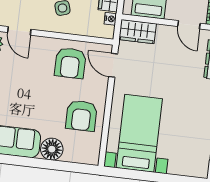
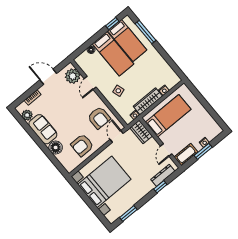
armchair: (70, 63) -> (99, 118), turned -90
bed with nightstands: (139, 133) -> (104, 182), width x1.36

